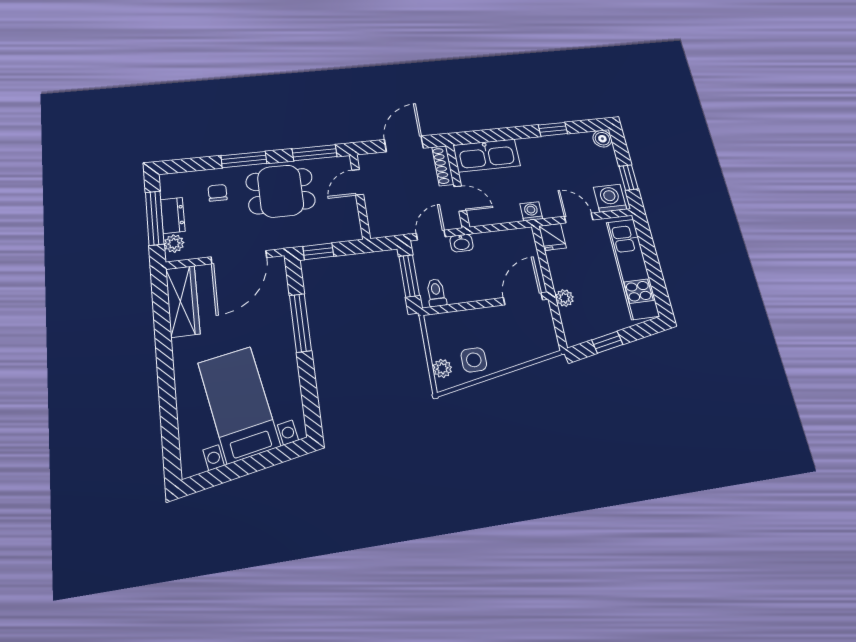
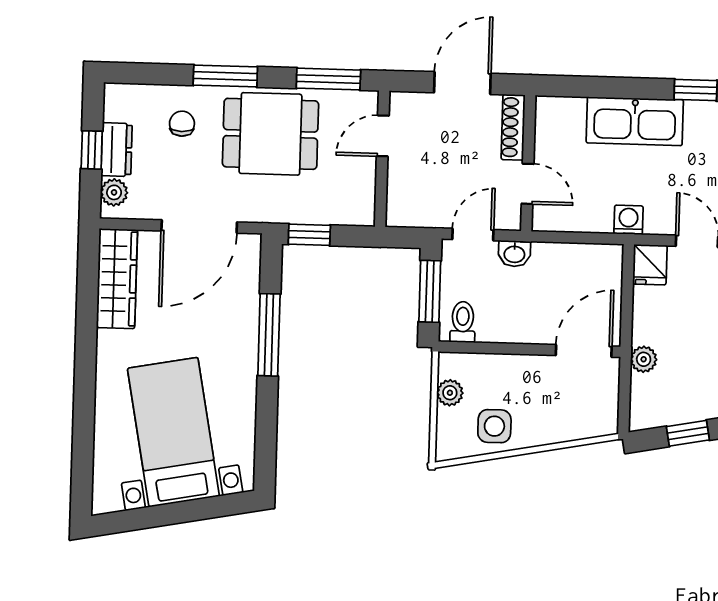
kitchen sink: (487, 155) -> (635, 121), moved
window: (155, 218) -> (92, 150), width x0.46
plant: (442, 368) -> (450, 393), moved

